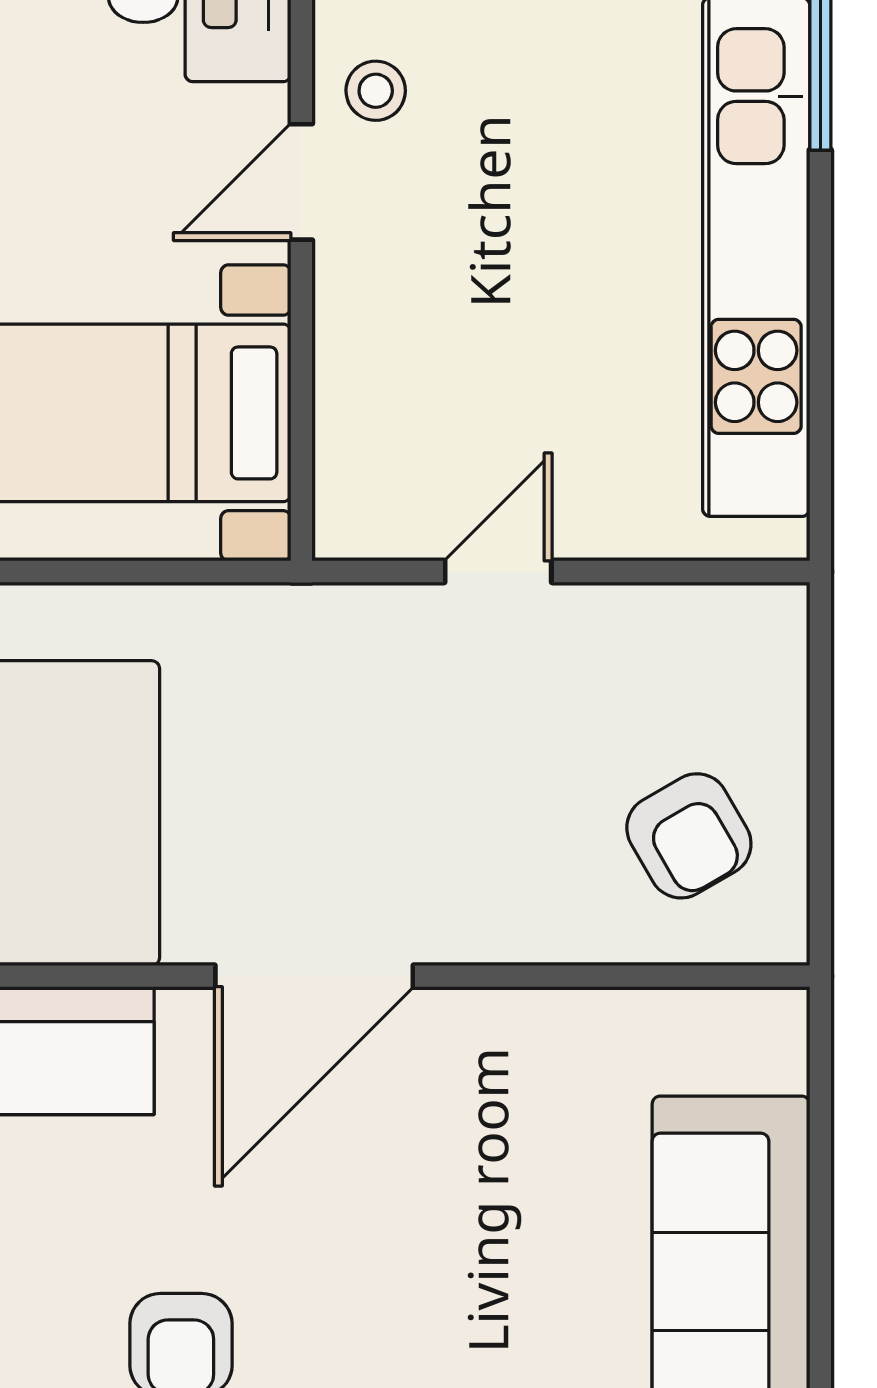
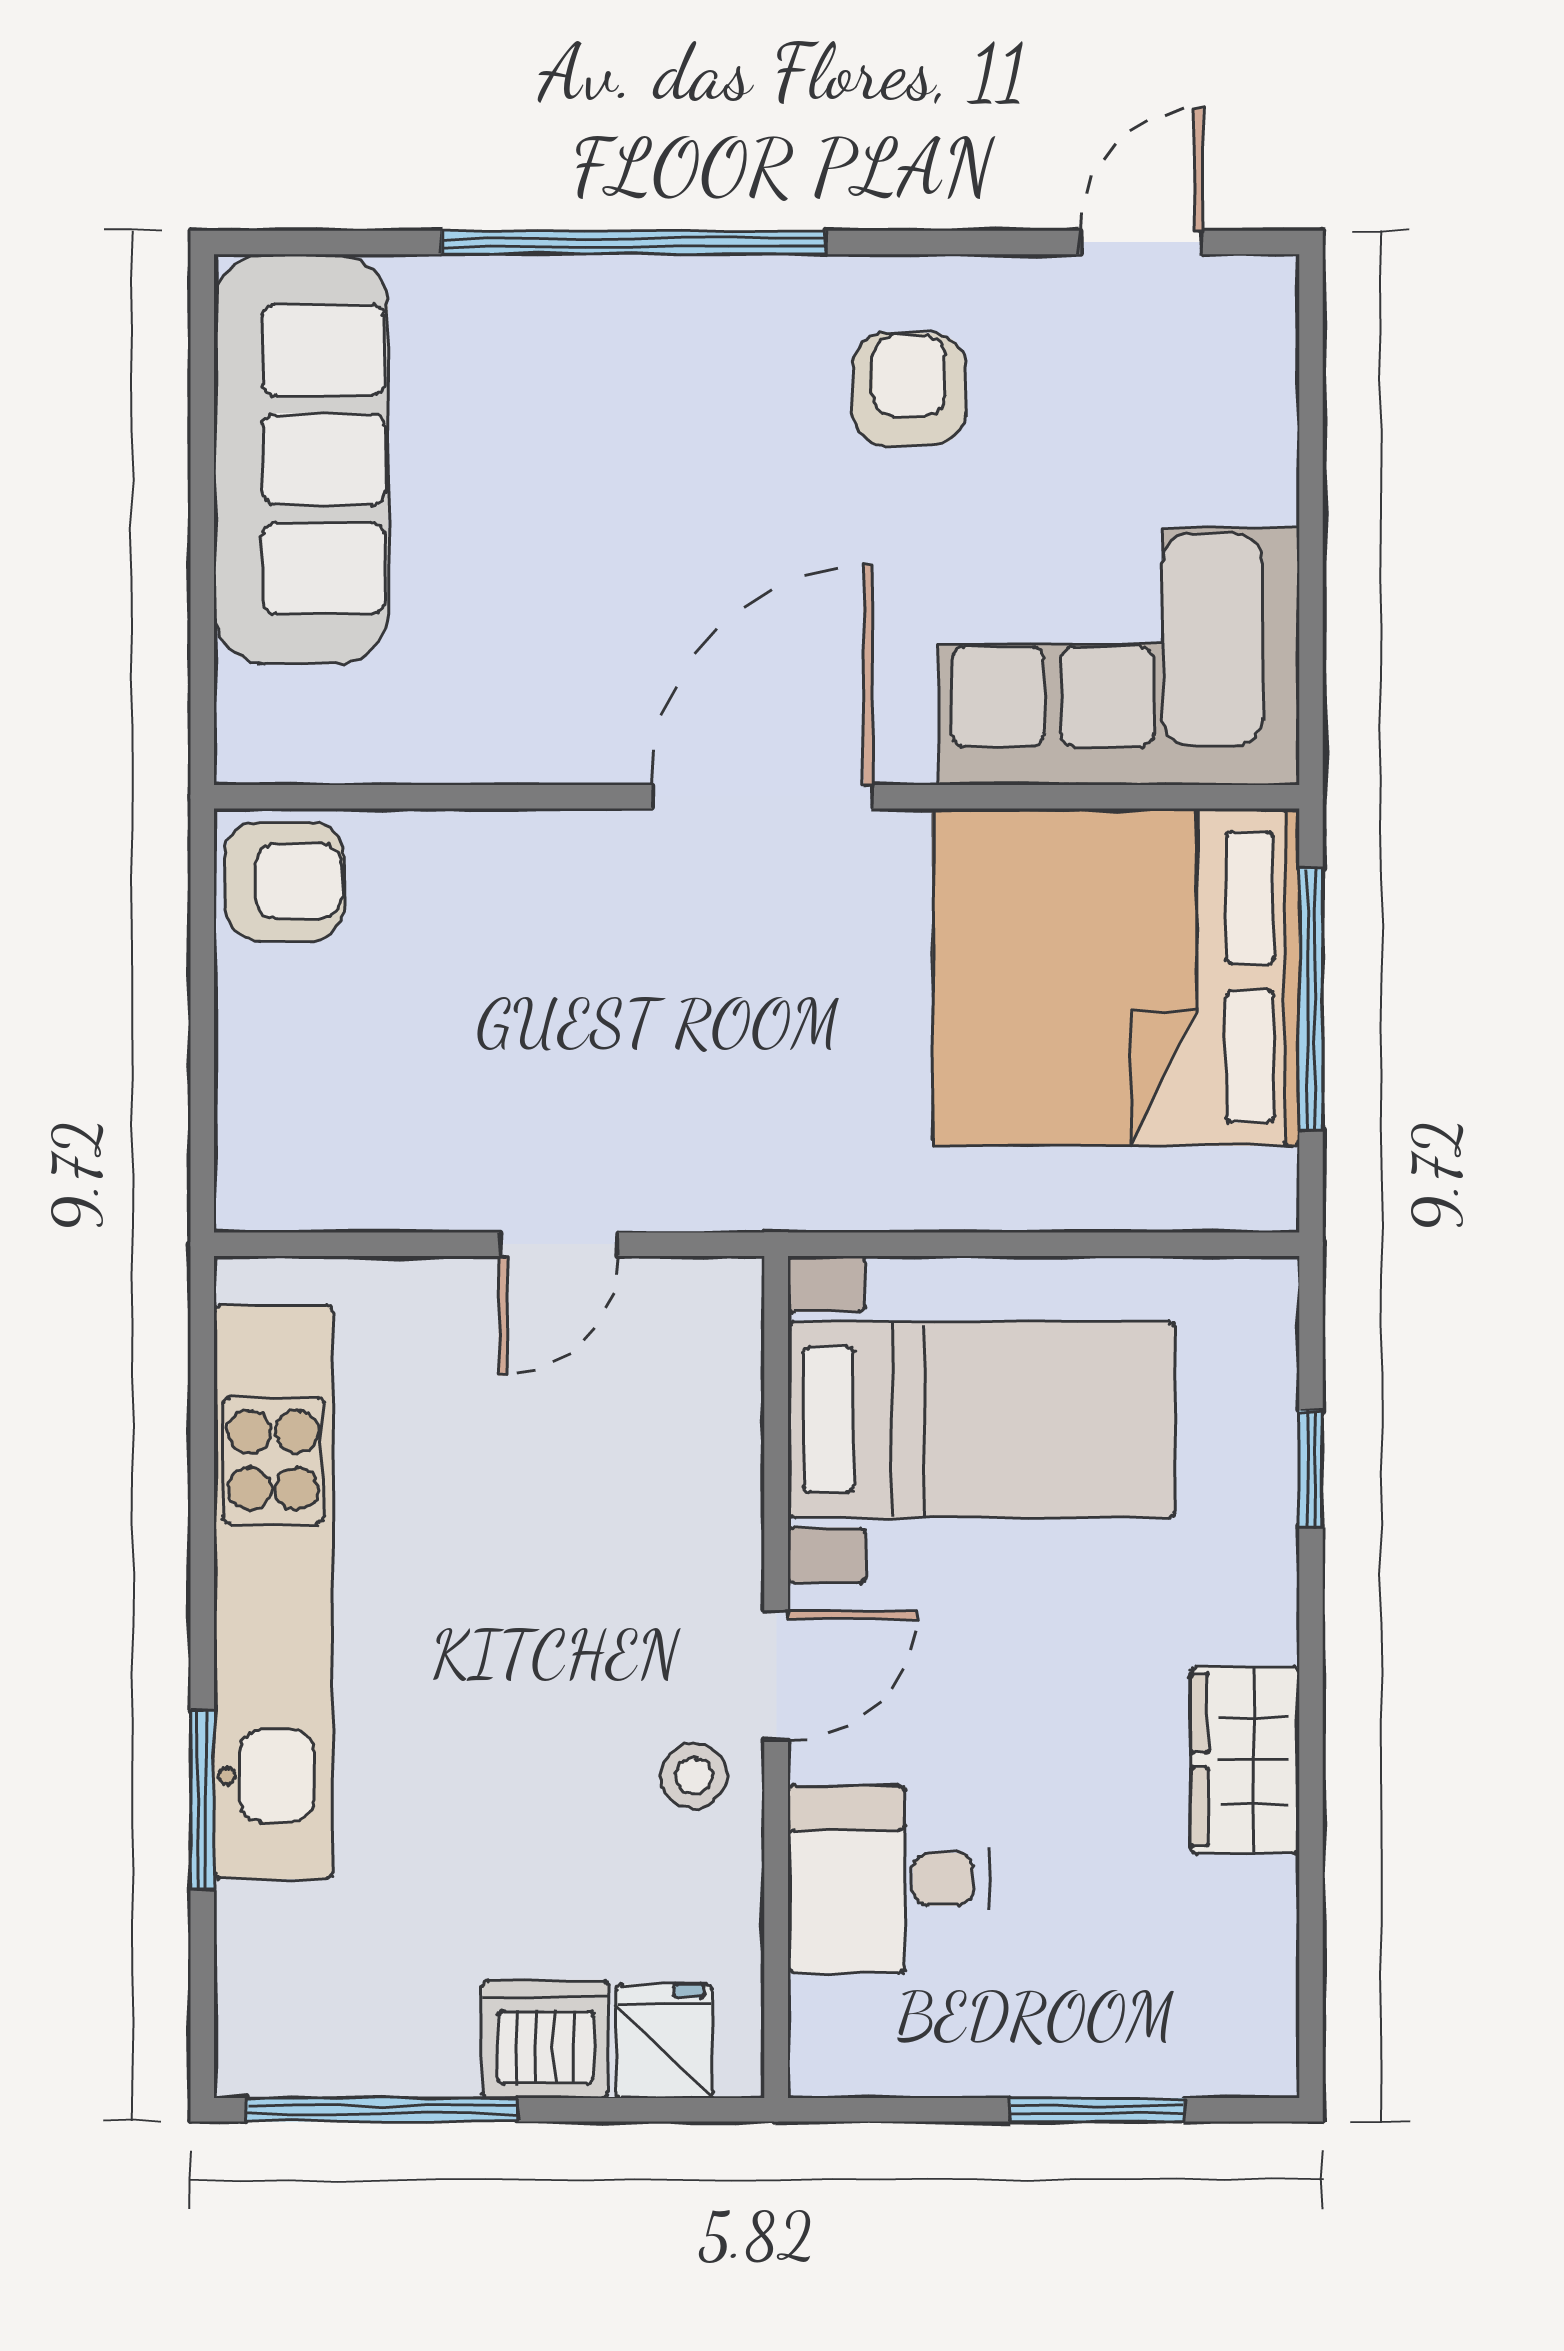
armchair: (689, 836) -> (284, 881), moved, turned 120

